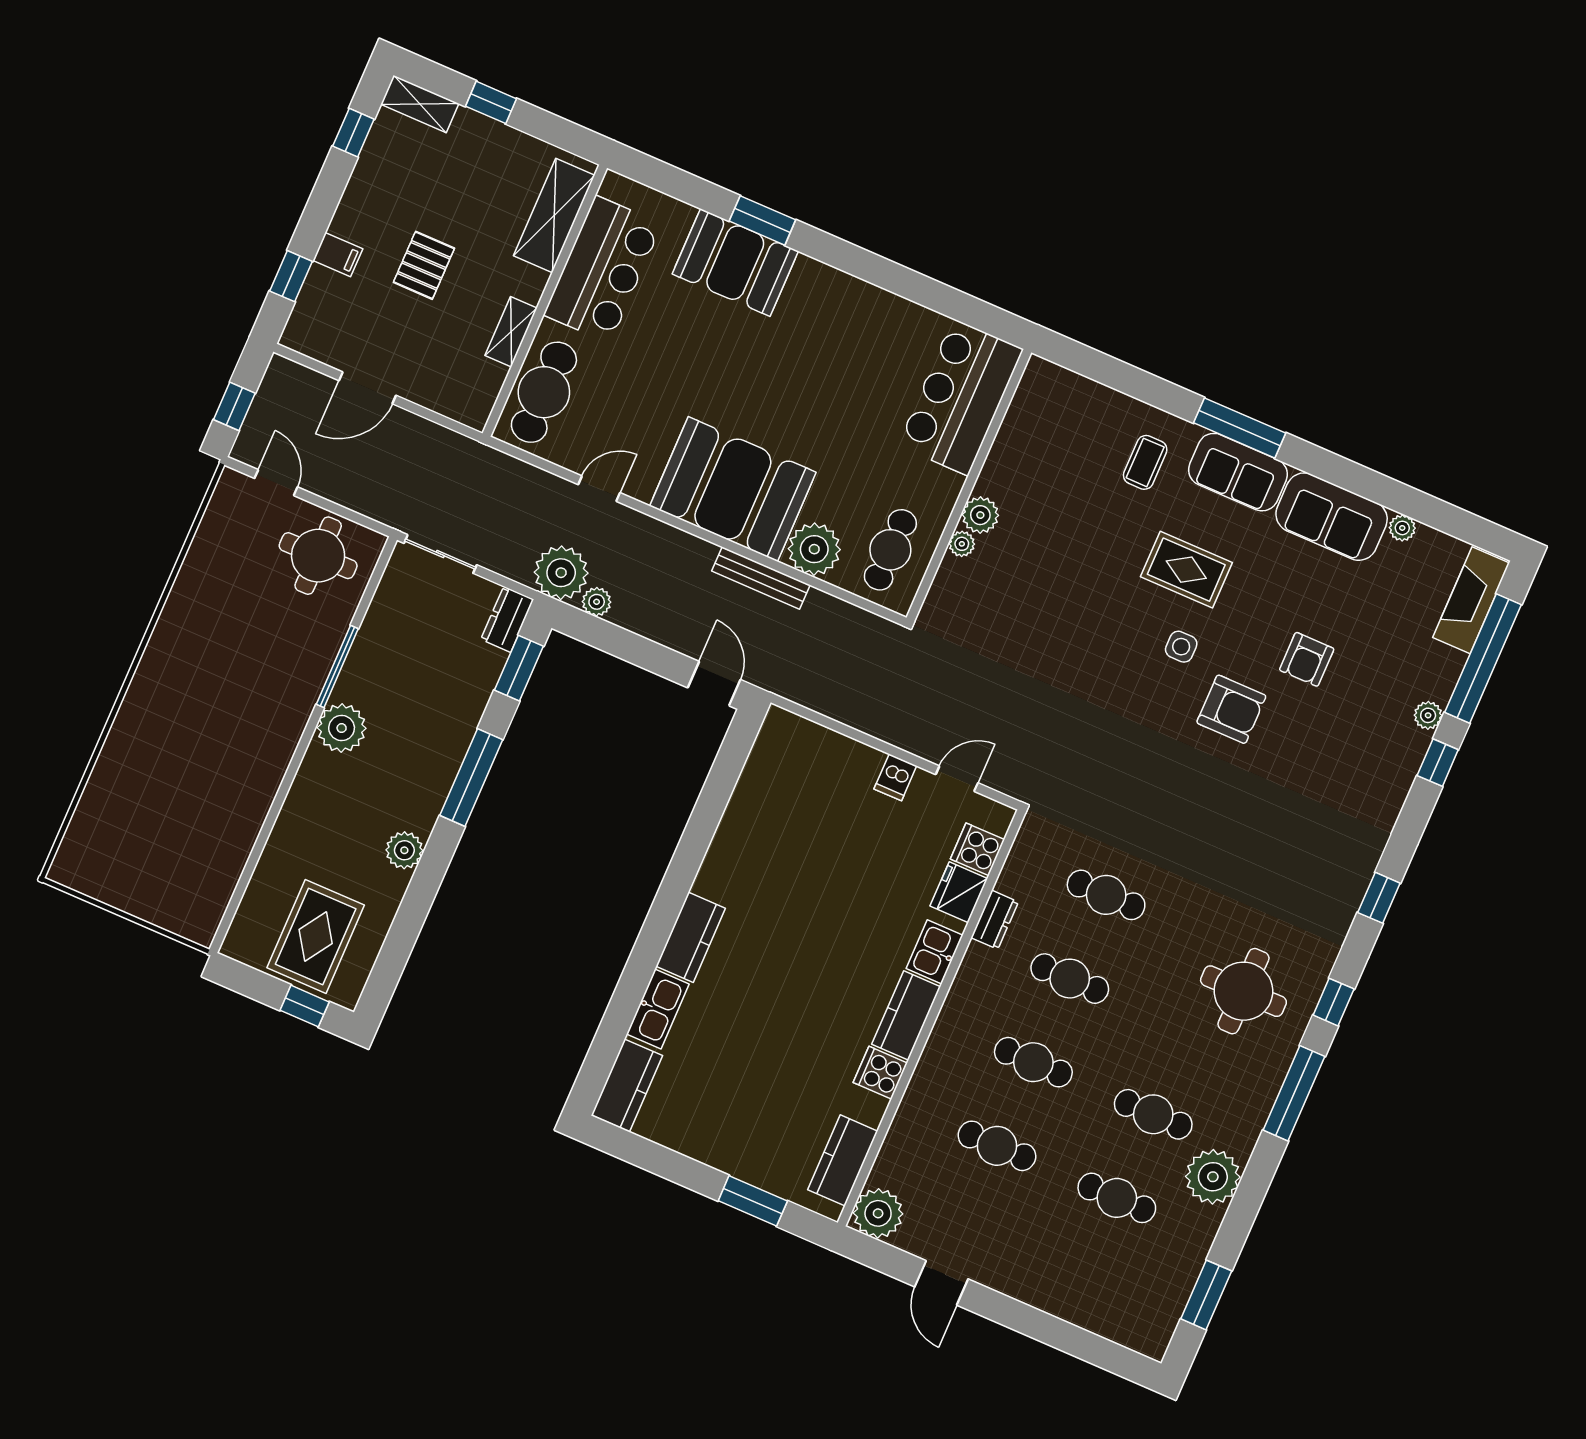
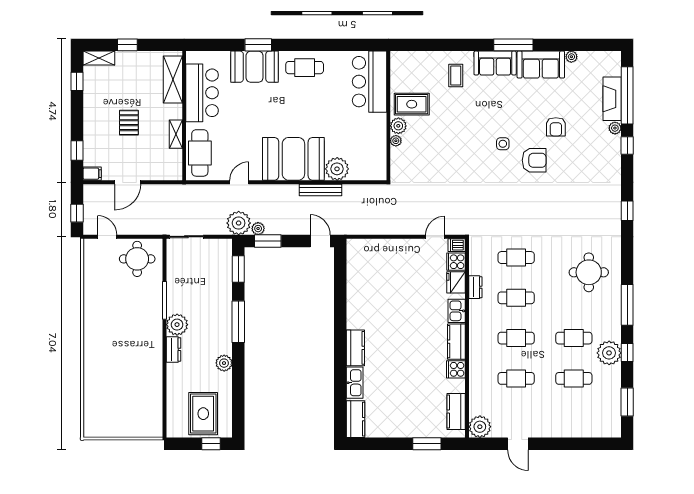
filing cabinet: (338, 255) -> (92, 174), moved
window: (1240, 428) -> (513, 45), moved
cafe table: (890, 550) -> (305, 68), moved, turned 90
rug: (1186, 570) -> (412, 104), moved
fireplace: (1471, 600) -> (612, 99), moved
dresser: (507, 619) -> (173, 349), moved, turned 180
window: (605, 636) -> (268, 241), added
dishwasher: (895, 777) -> (457, 245), moved, turned 90
window: (1334, 1002) -> (627, 353), moved

